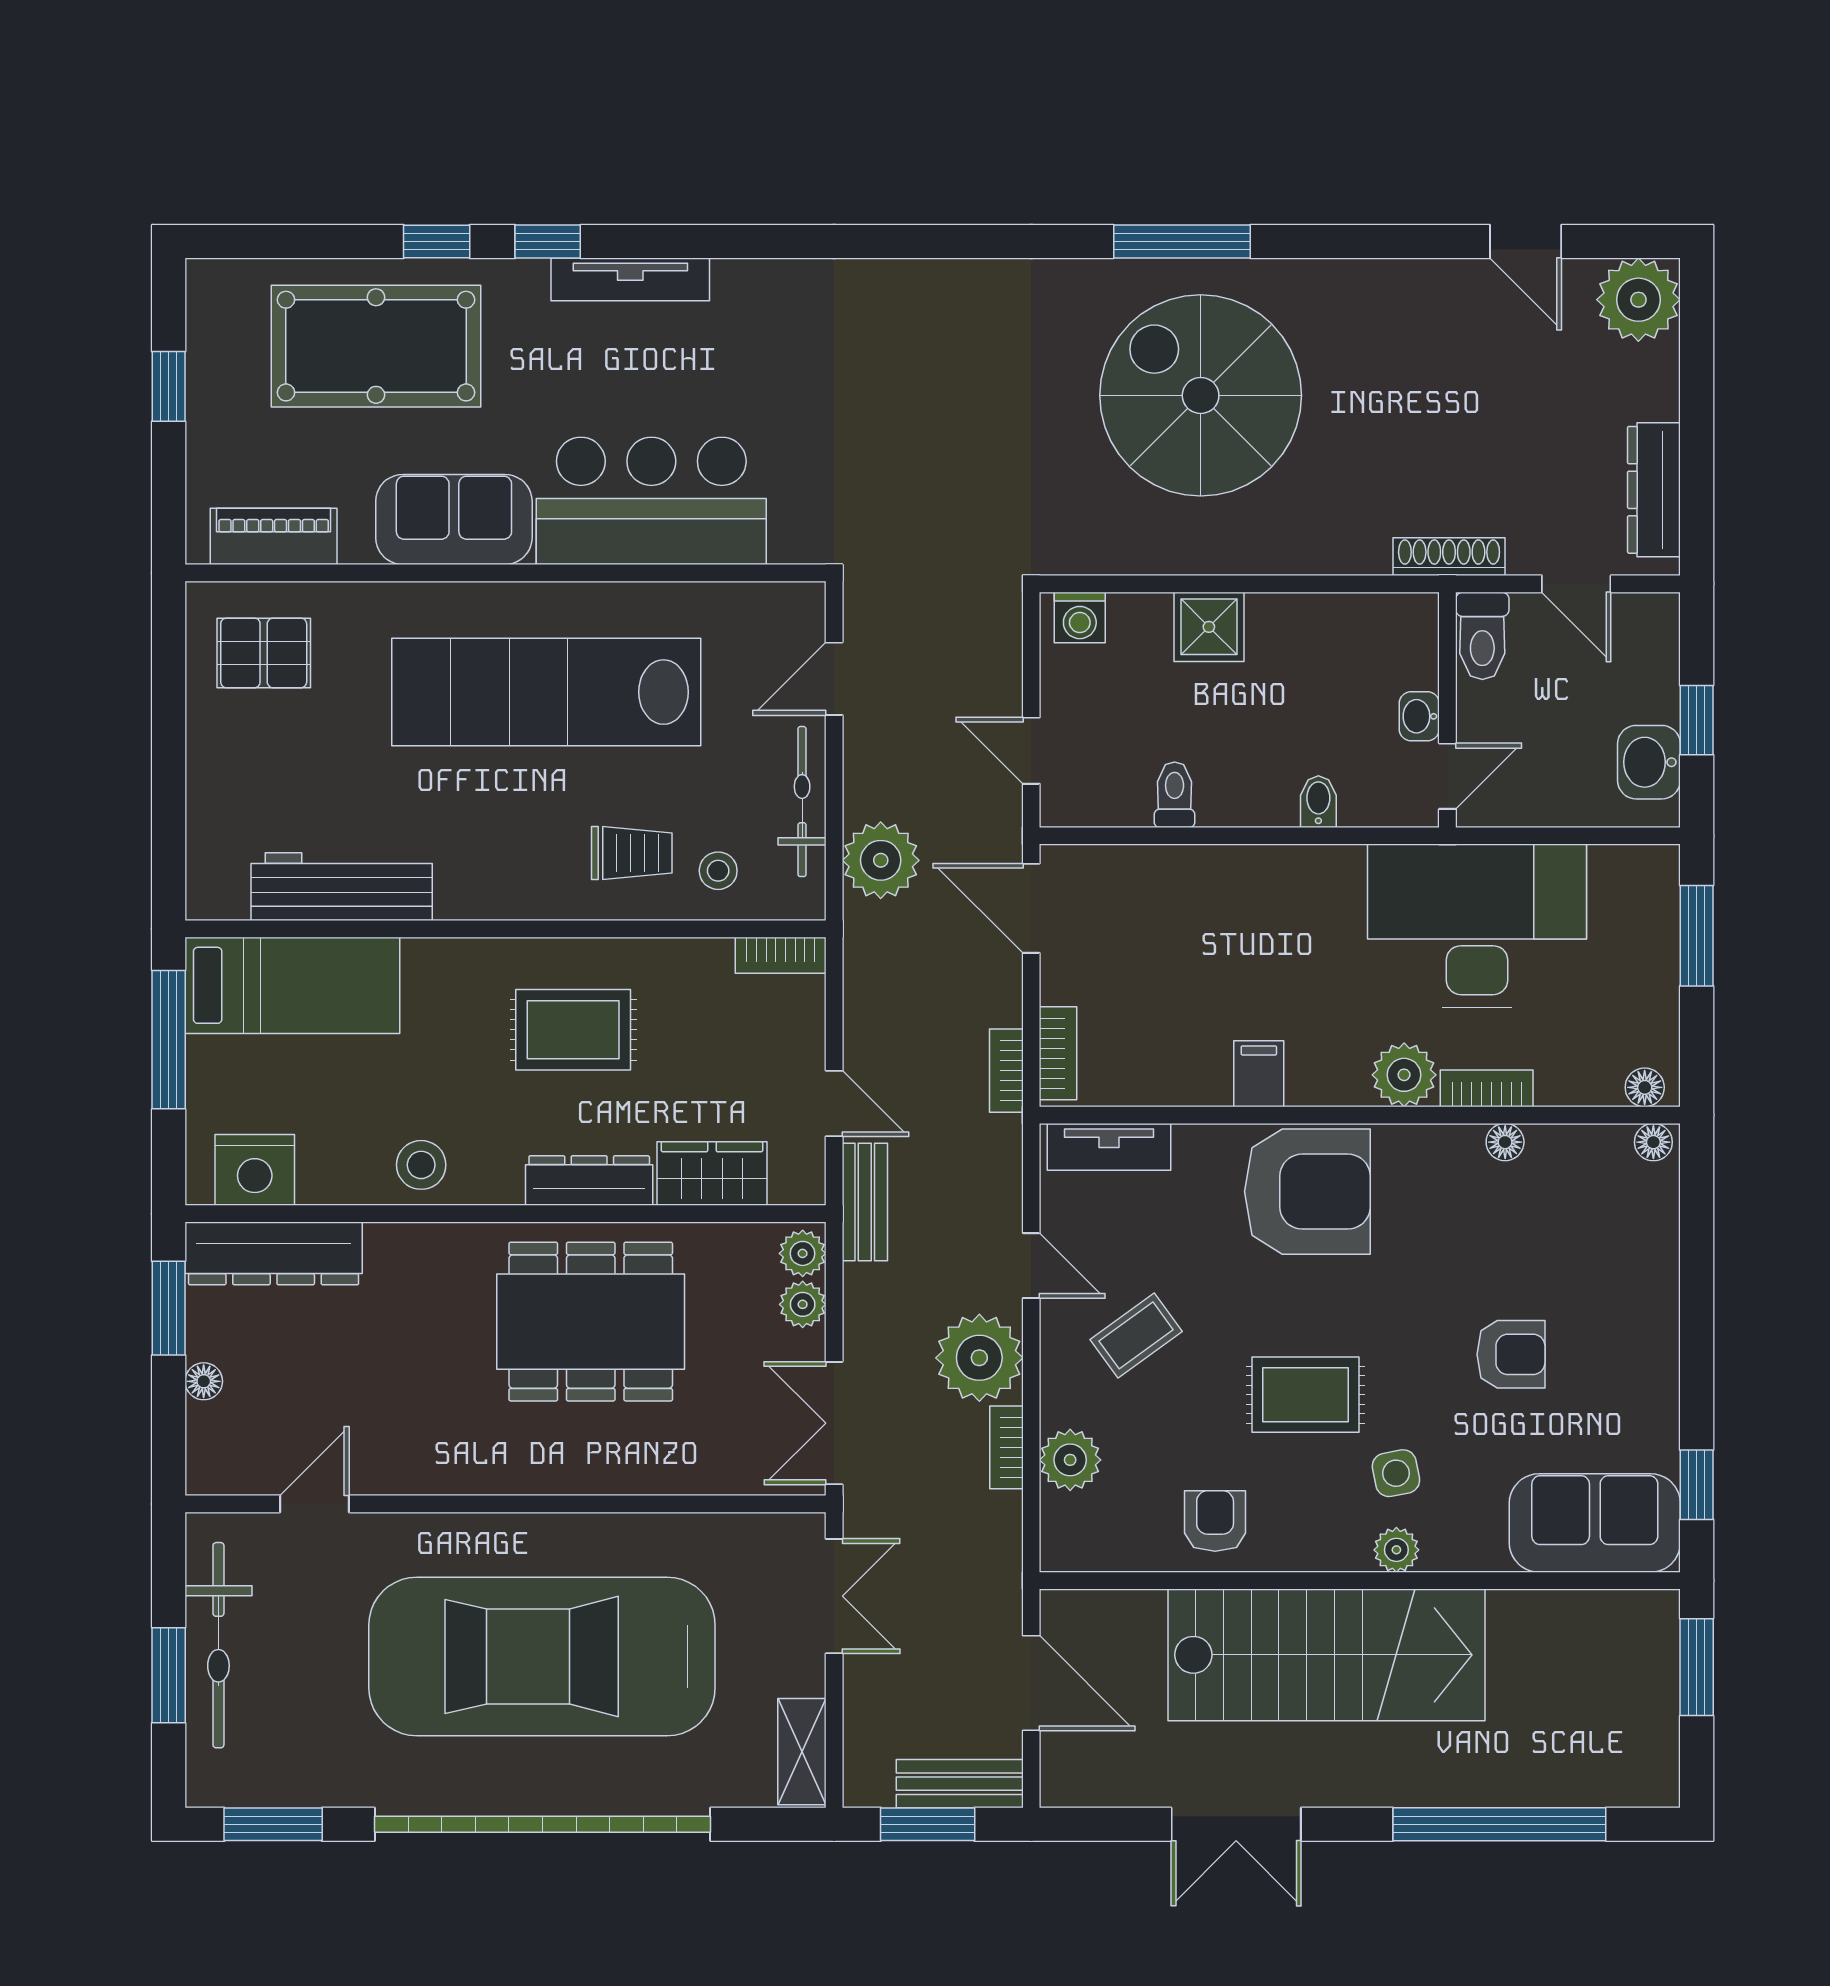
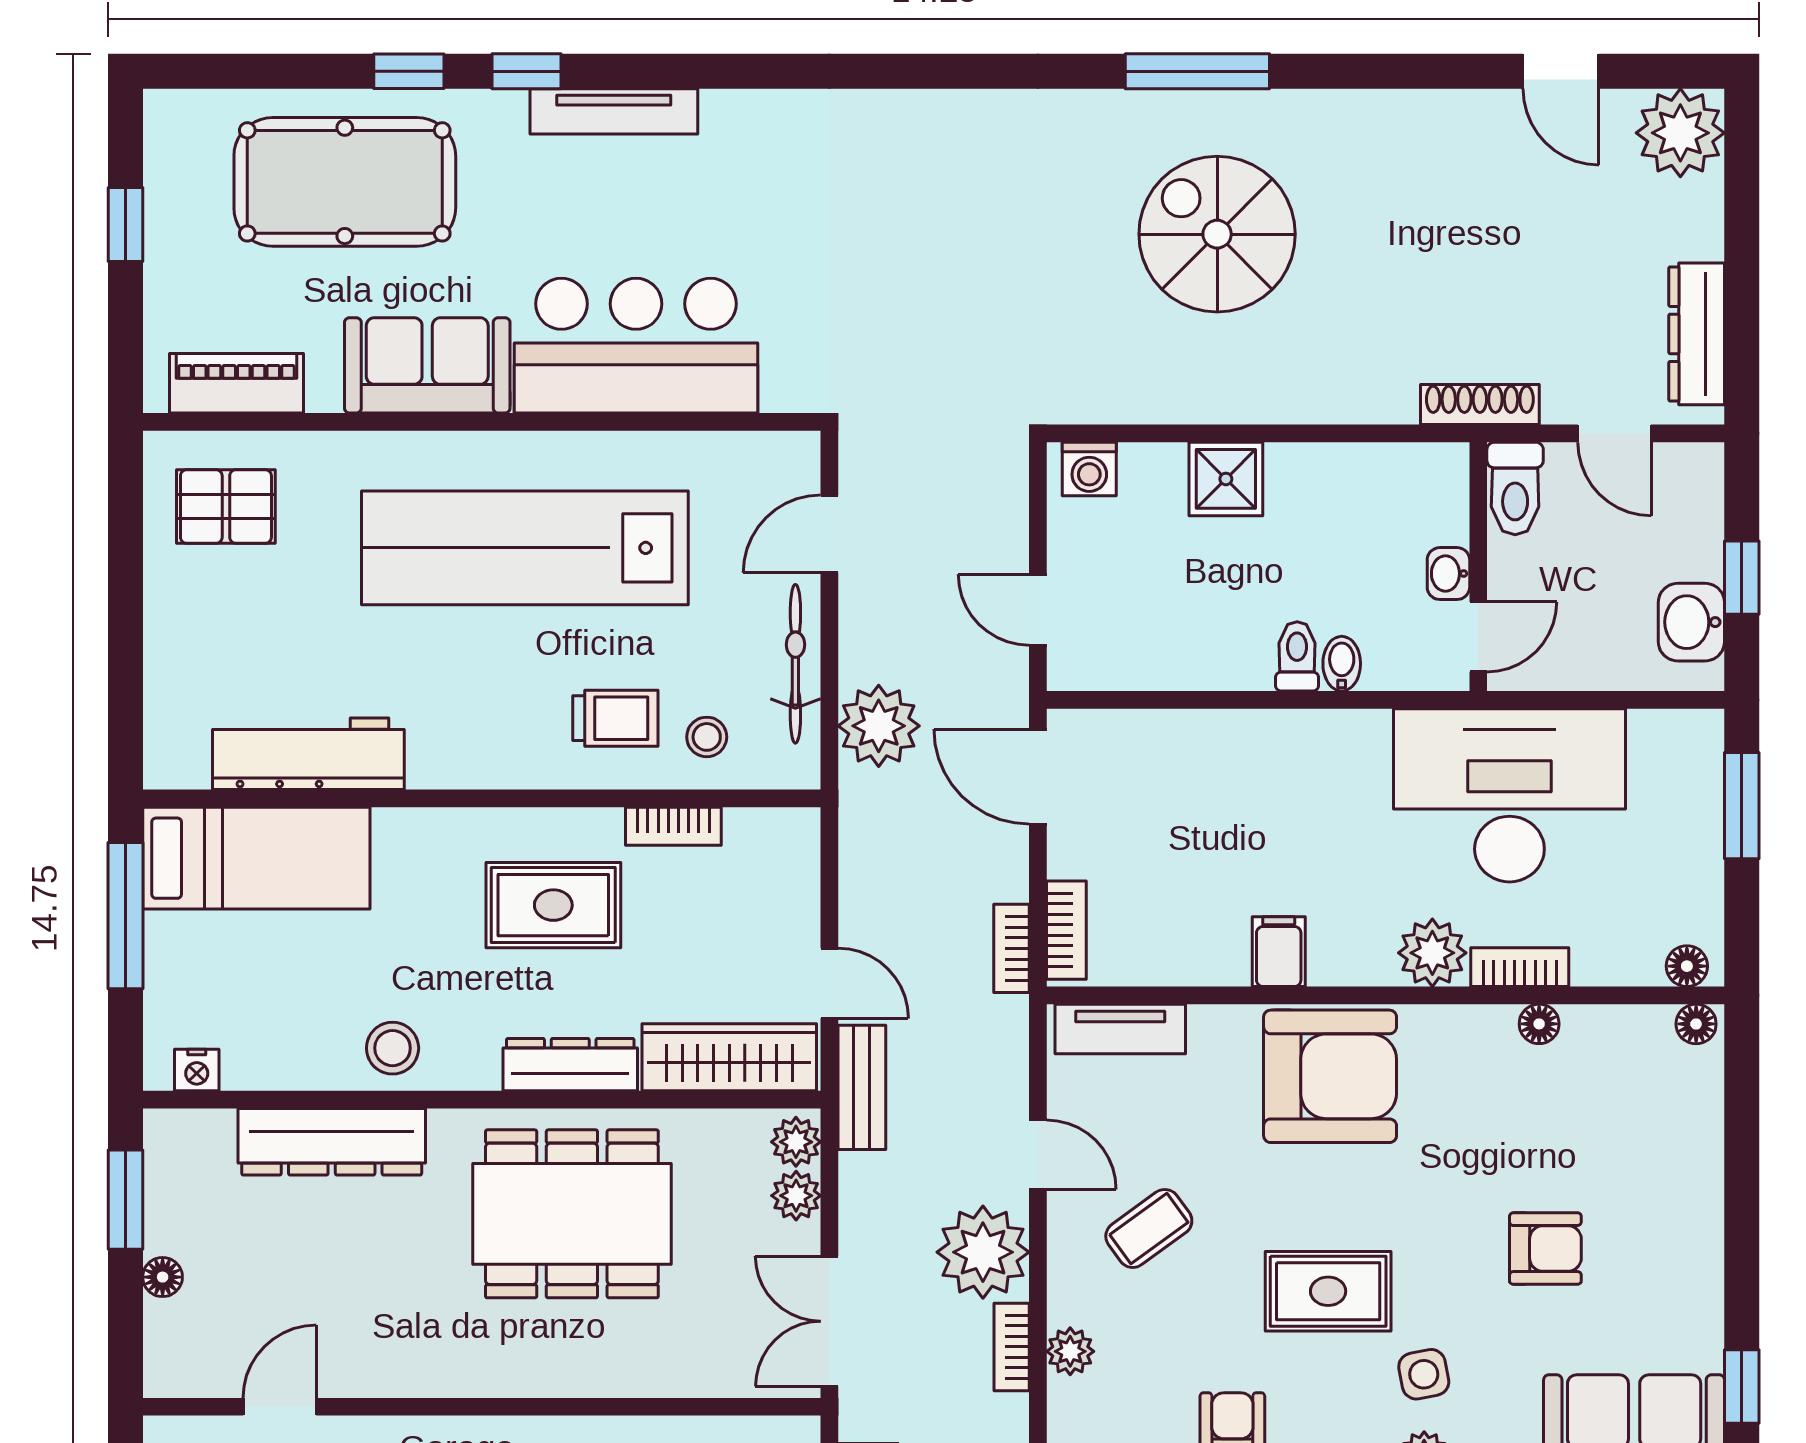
spiral stairs: (1201, 395) -> (1217, 234), width x0.73, depth x0.73
toilet: (1175, 795) -> (1297, 656), moved
bookcase: (781, 955) -> (673, 826), moved
nightstand: (255, 1170) -> (197, 1070), width x0.53, depth x0.56
wardrobe: (712, 1174) -> (729, 1057), width x1.50
dresser: (274, 1253) -> (332, 1142), moved
plant: (1070, 1460) -> (1070, 1351), width x0.73, depth x0.73

